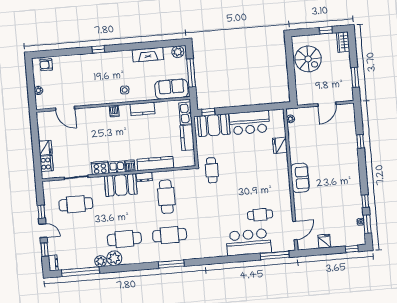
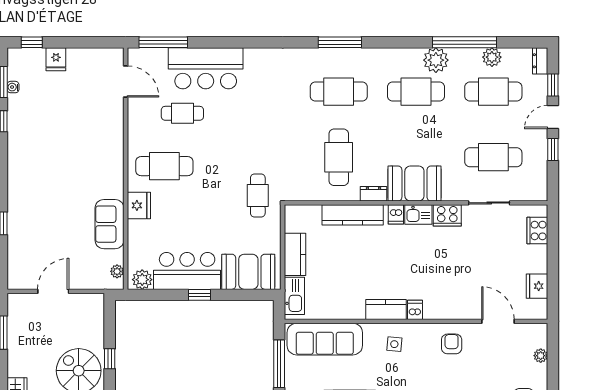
window: (291, 67) -> (110, 359), added
sofa: (171, 89) -> (325, 339), width x1.36
armchair: (91, 93) -> (452, 344), added
kitchen counter: (142, 109) -> (386, 309), moved
window: (208, 112) -> (200, 295), moved
plant: (275, 115) -> (142, 280), added
fridge: (280, 145) -> (139, 205), moved
fridge: (45, 148) -> (537, 286), moved
sofa: (300, 178) -> (109, 224), moved
cafe table: (268, 183) -> (164, 166), added
door: (43, 231) -> (553, 117), hinge flipped
door: (295, 231) -> (126, 81), swing flipped
fridge: (324, 241) -> (56, 59), moved
cafe table: (79, 243) -> (493, 92), added
plant: (101, 261) -> (492, 57), moved
window: (81, 272) -> (464, 42), moved

